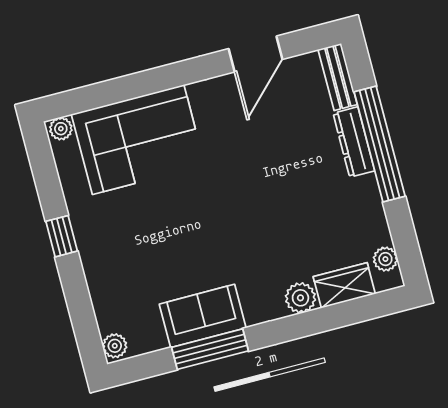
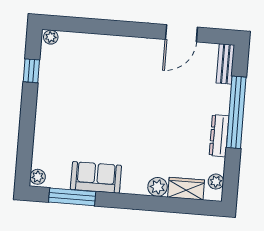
corner sofa: (138, 140) -> (94, 60), removed
dresser: (354, 142) -> (219, 136), moved
window: (62, 236) -> (31, 71), moved
window: (210, 349) -> (72, 197), moved

